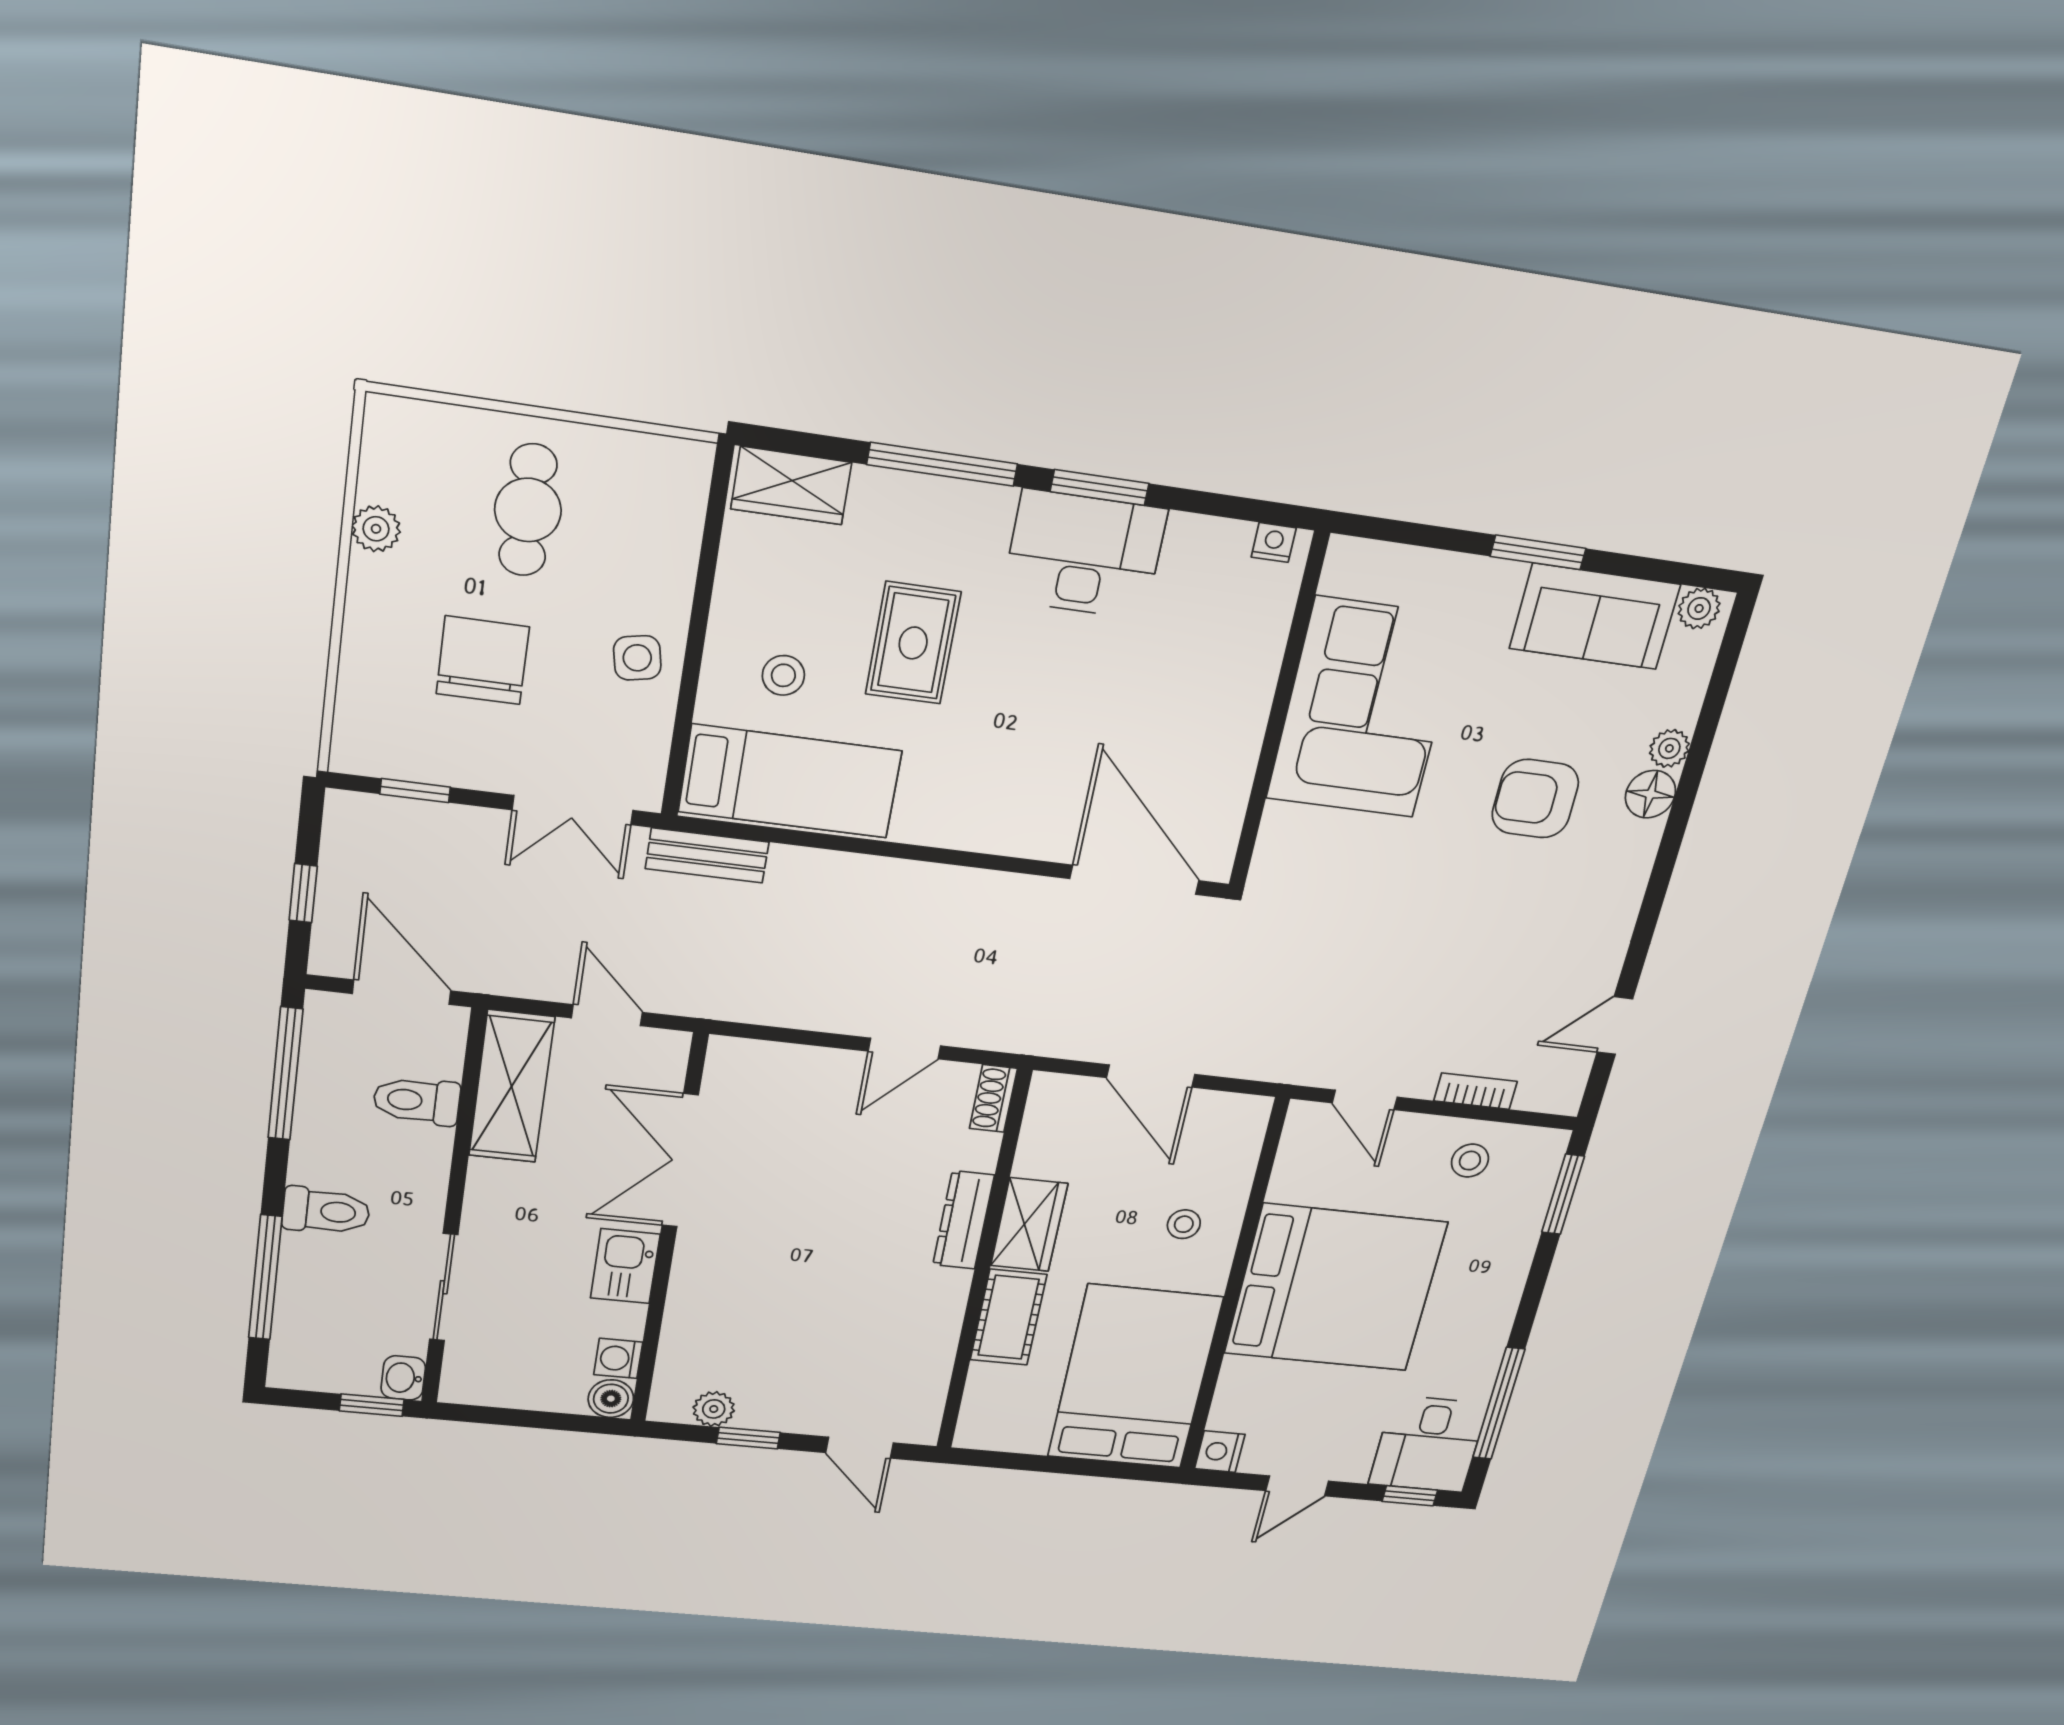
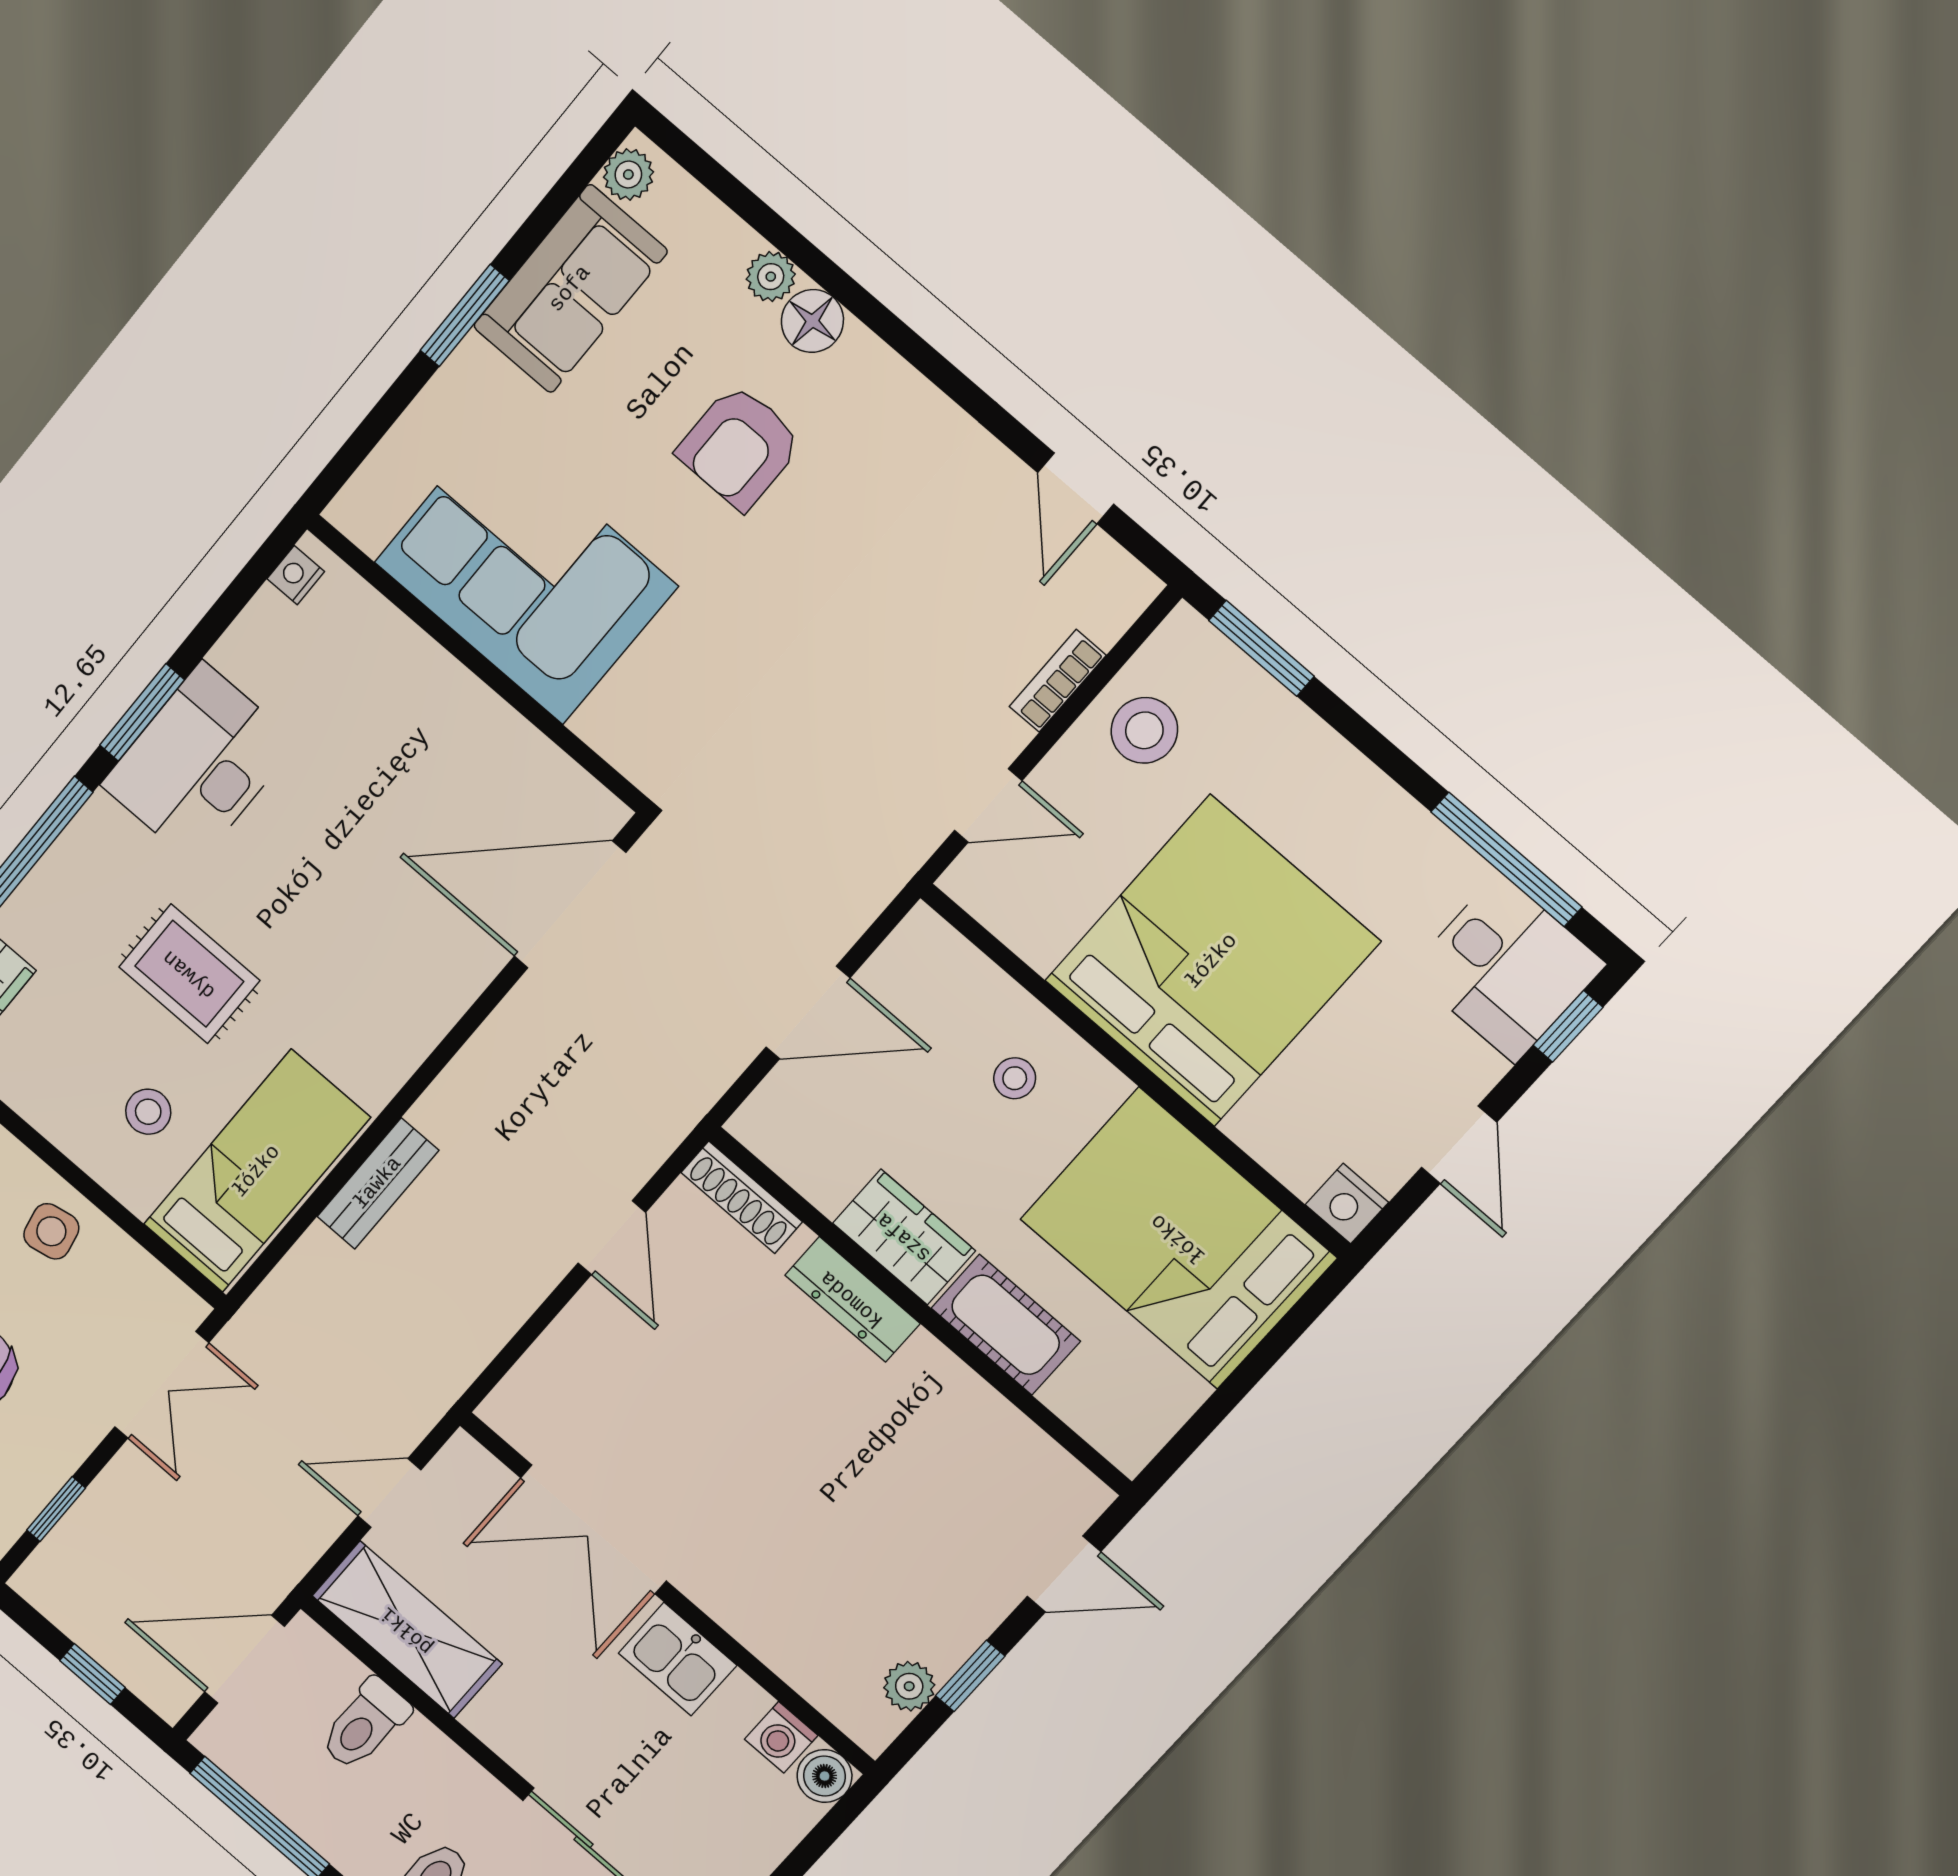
bench: (707, 855) -> (378, 1183), moved
shoe rack: (993, 1098) -> (742, 1197), width x1.43
stool: (1470, 1161) -> (1144, 730), width x1.37, depth x1.37

